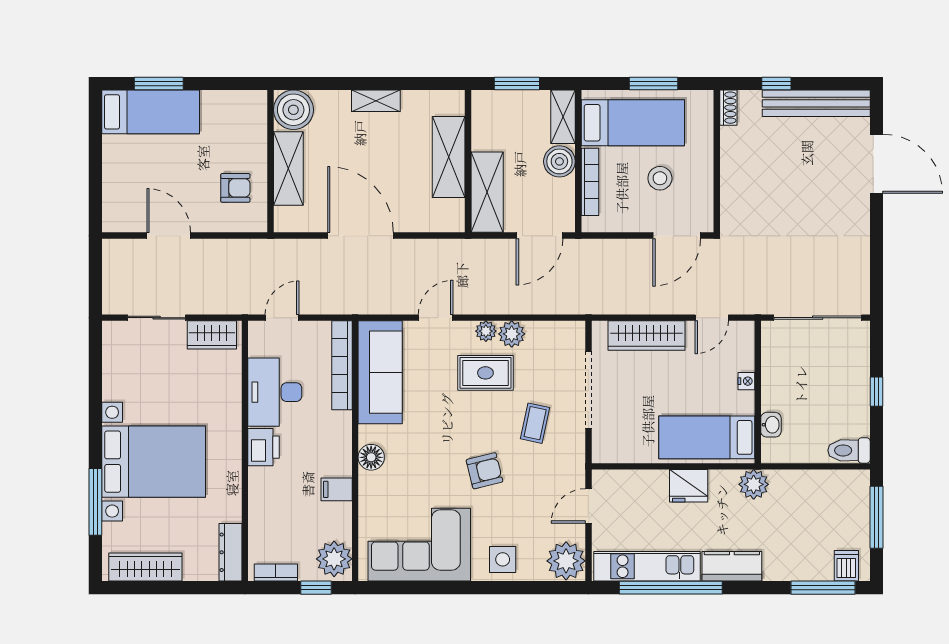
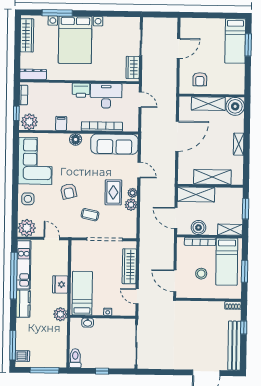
boiler: (559, 161) -> (198, 228), moved
bookcase: (342, 365) -> (102, 126), moved

